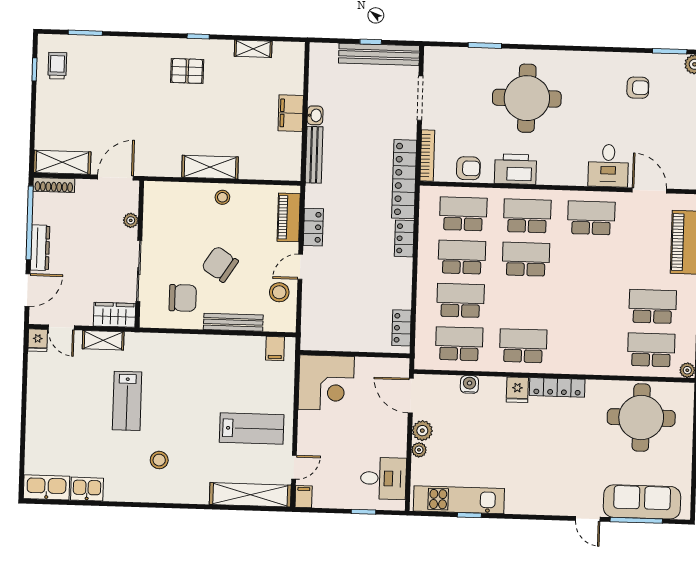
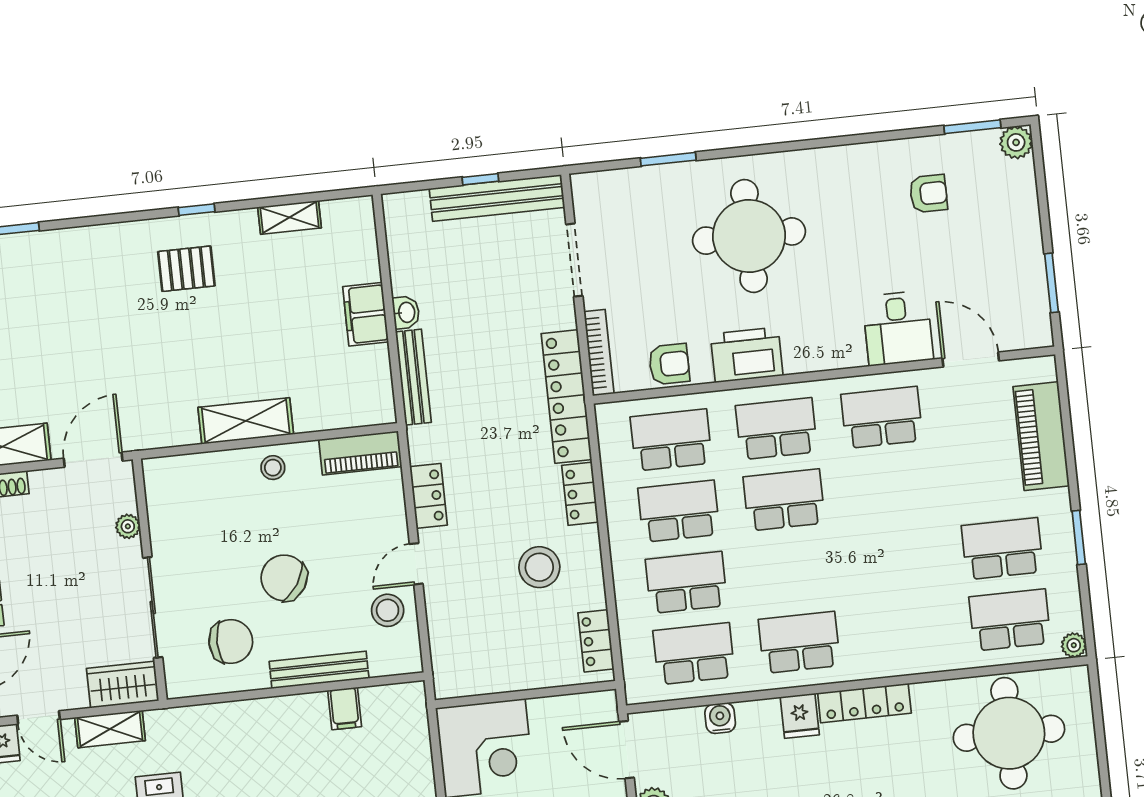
piano: (289, 217) -> (360, 453), moved, turned -90
stool: (374, 279) -> (539, 567), added
filing cabinet: (275, 348) -> (345, 709), moved

